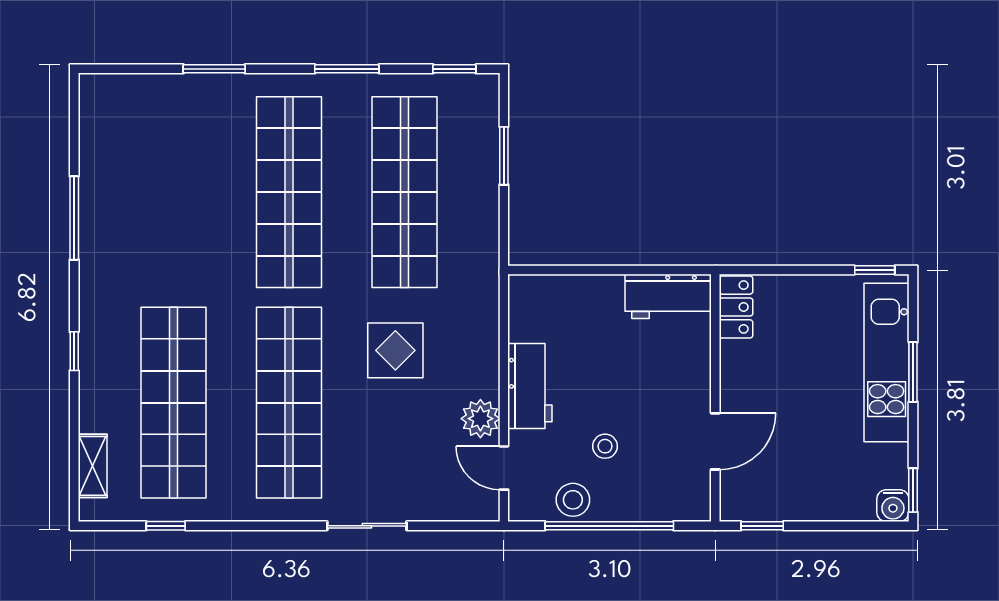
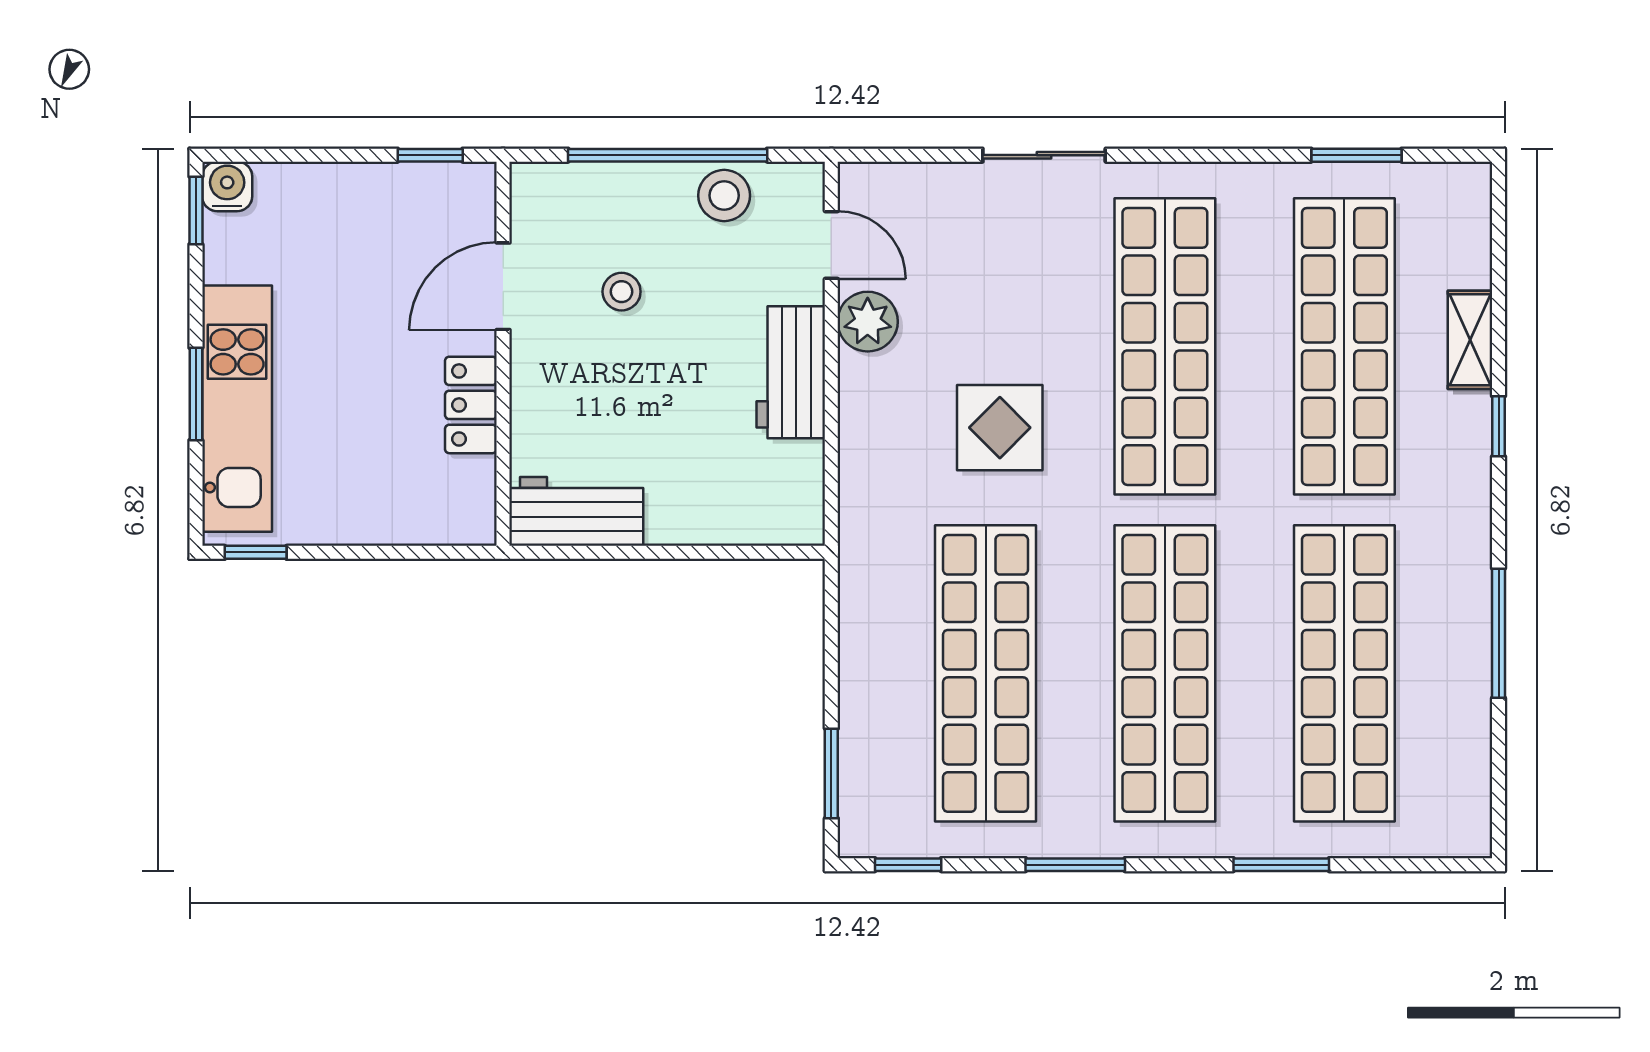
window: (504, 156) -> (831, 773), moved
shop shelf: (174, 192) -> (1344, 673), added
locker: (736, 307) -> (471, 405), moved
stool: (605, 446) -> (622, 292), moved
shelving: (93, 466) -> (1470, 340), moved
window: (166, 526) -> (1356, 155), width x1.50

